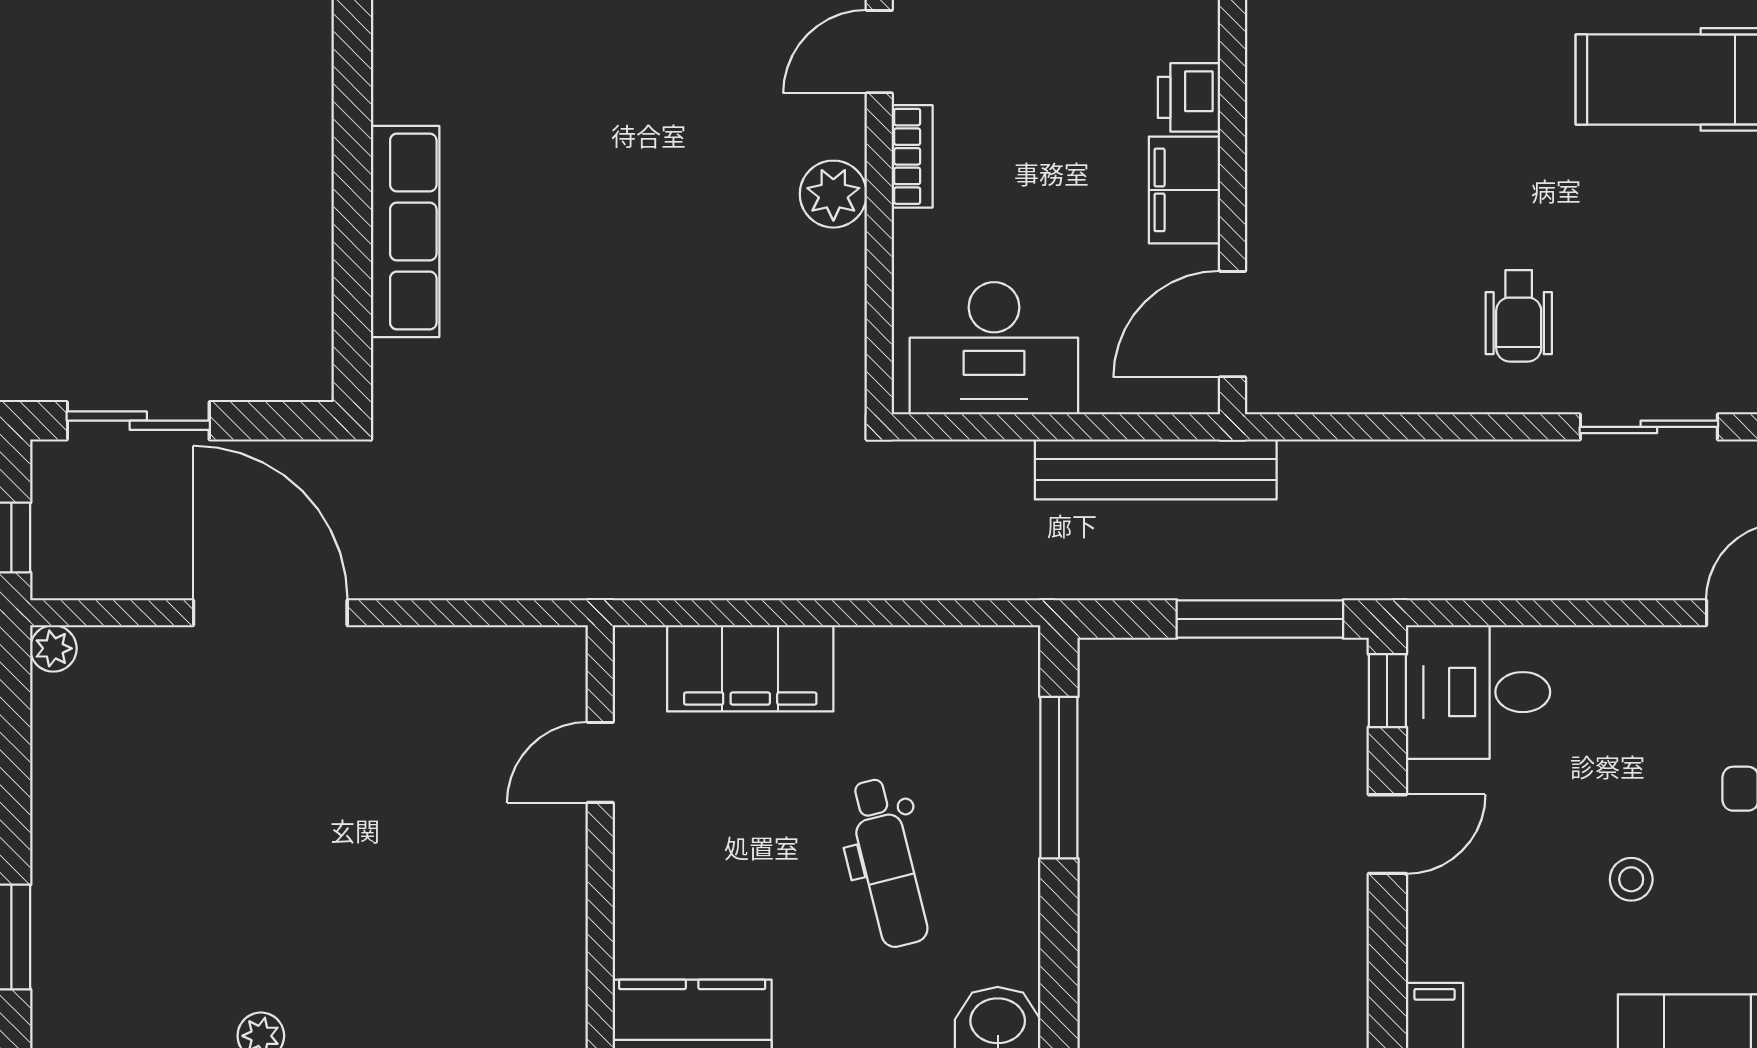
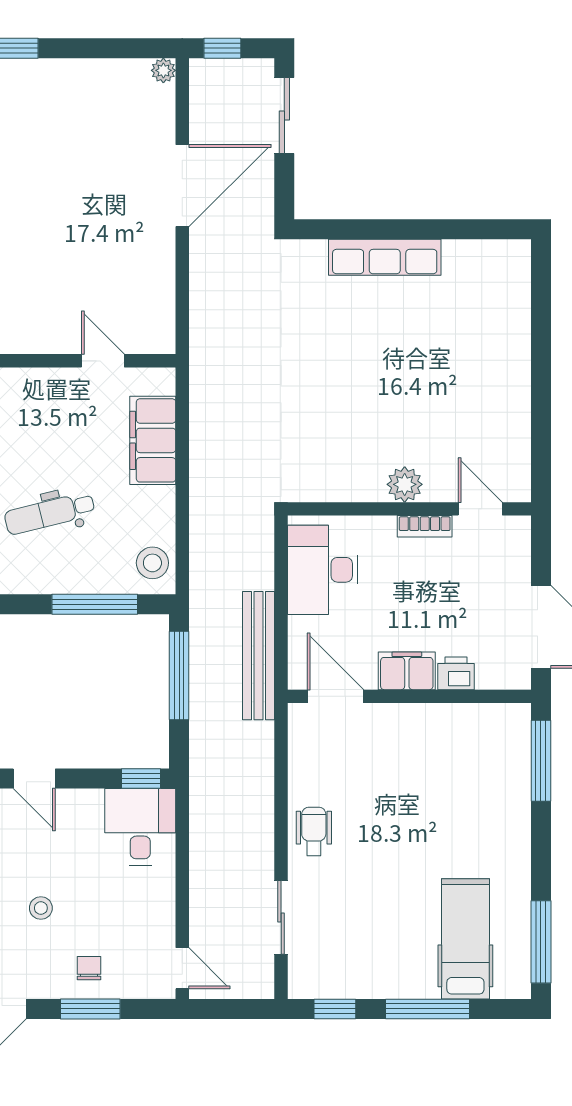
wheelchair: (1519, 316) -> (314, 831), moved, turned 90
window: (1260, 619) -> (179, 675), moved
stool: (981, 669) -> (152, 563), added
door: (1387, 834) -> (34, 779), moved

